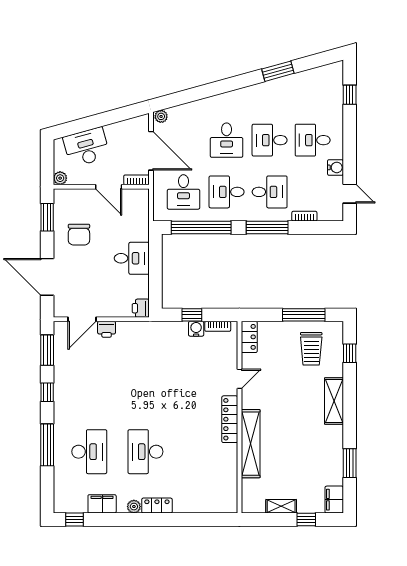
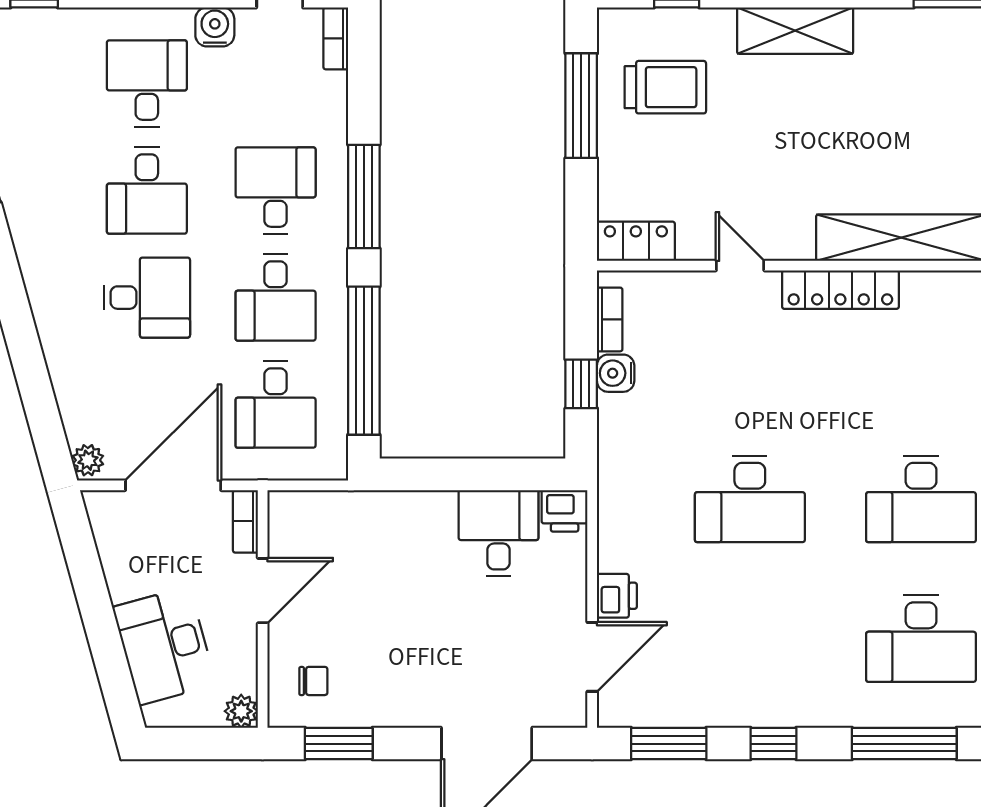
desk: (313, 140) -> (147, 84), turned 180
desk: (183, 192) -> (276, 405), turned 90
bookcase: (304, 216) -> (336, 38), moved
chair: (79, 235) -> (313, 681), moved, width x0.54, depth x0.54
desk: (132, 258) -> (499, 533), moved
door: (82, 319) -> (592, 657), hinge flipped
desk: (145, 383) -> (750, 499), added
desk: (89, 452) -> (921, 639), turned 180

